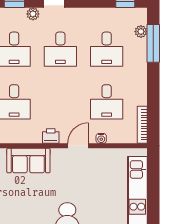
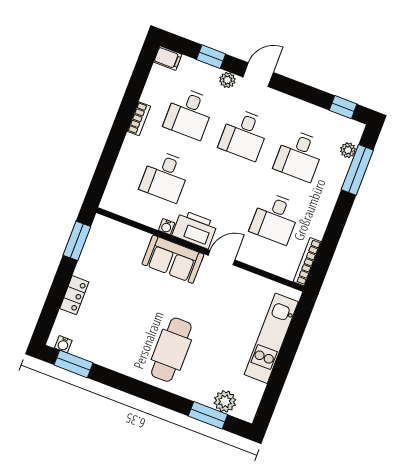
printer: (51, 136) -> (195, 229), width x1.87, depth x1.48
water cooler: (101, 138) -> (167, 227), moved
sofa: (28, 161) -> (173, 259), moved

